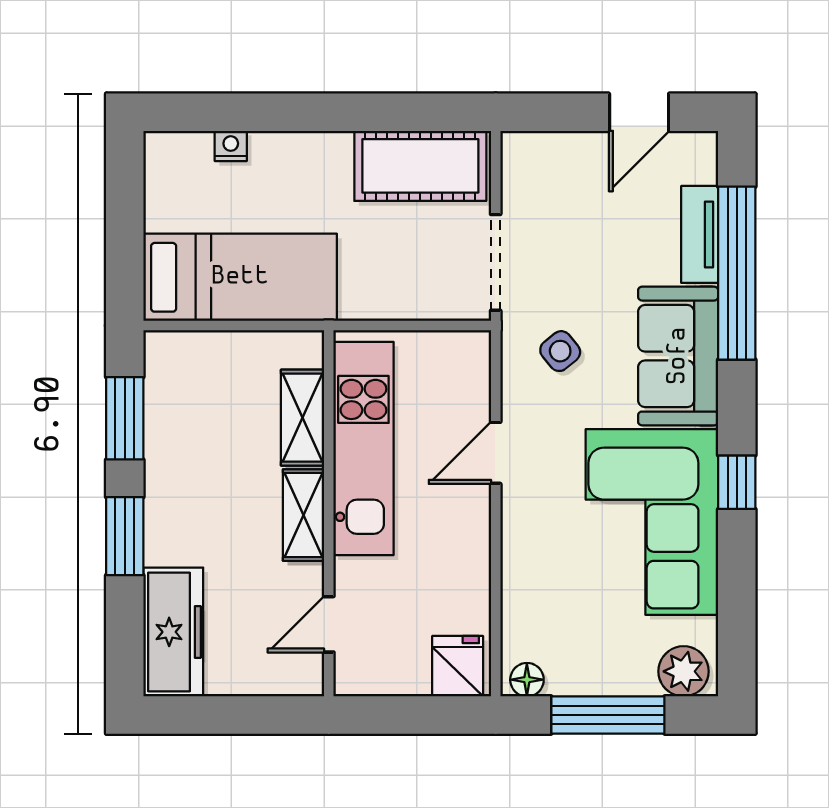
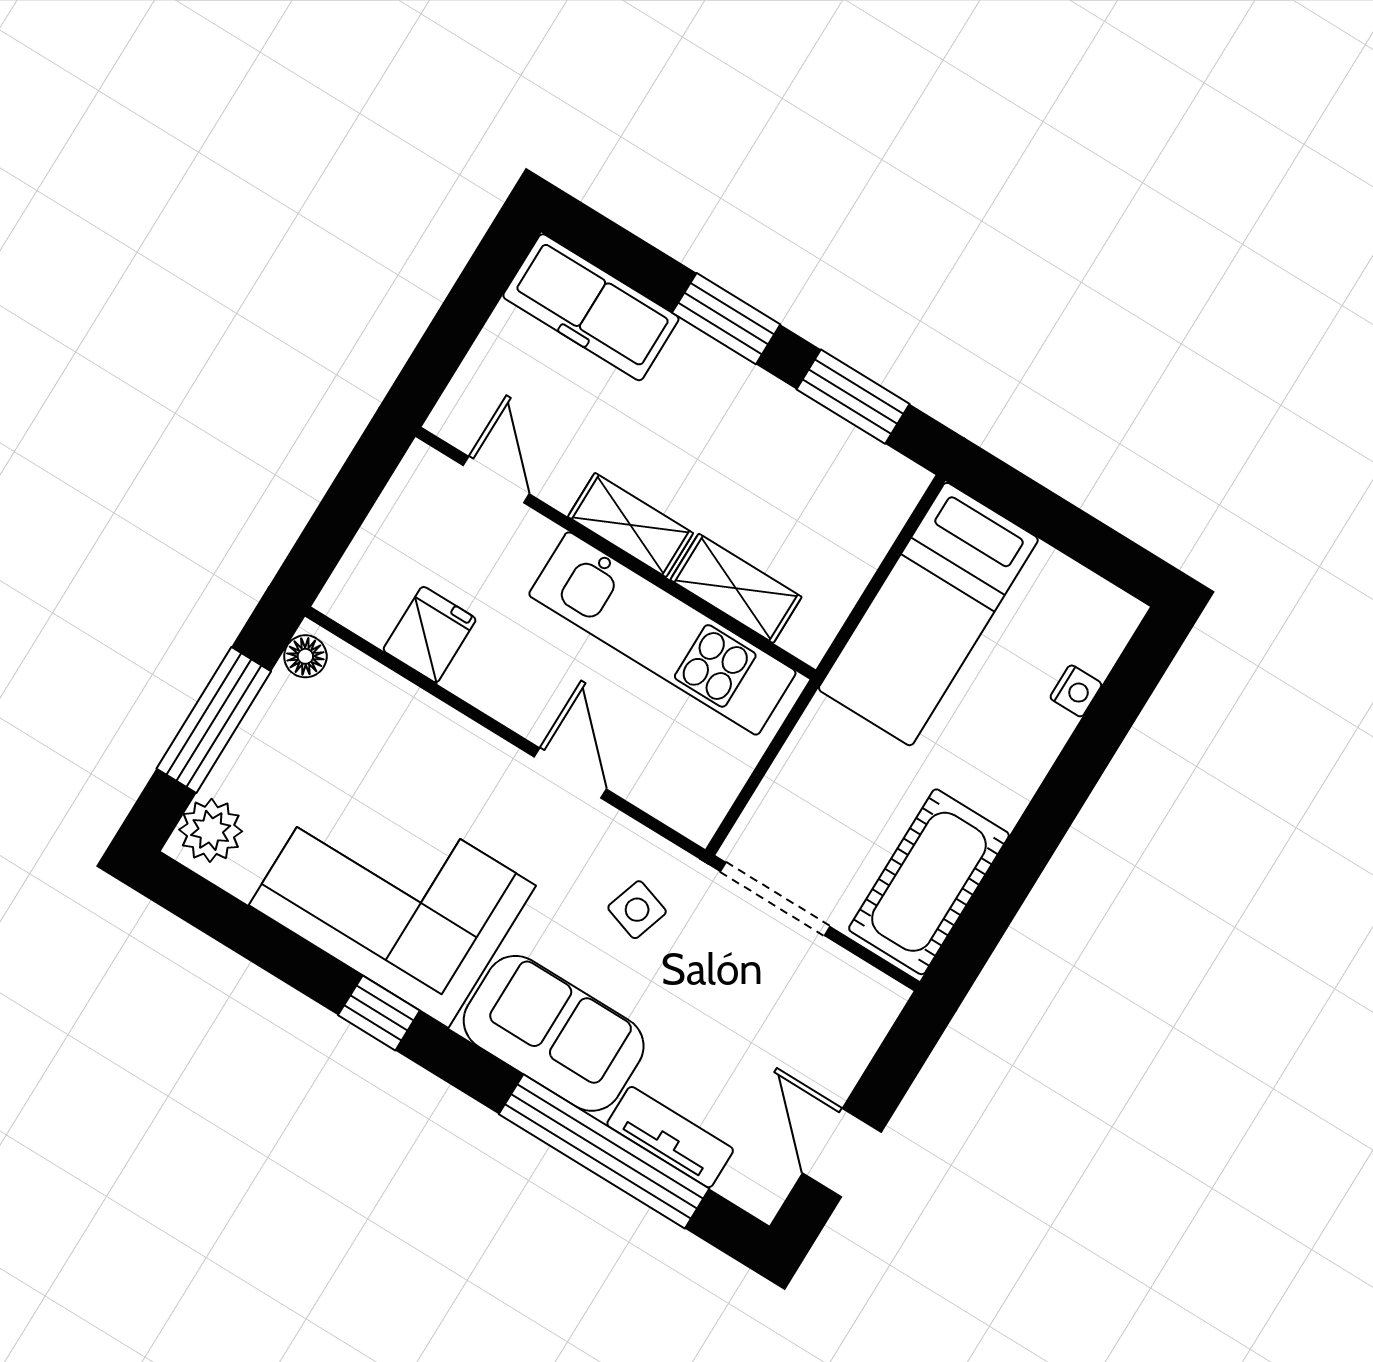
side table: (560, 351) -> (637, 910), turned -33
fridge: (458, 666) -> (430, 635), moved, turned -90

